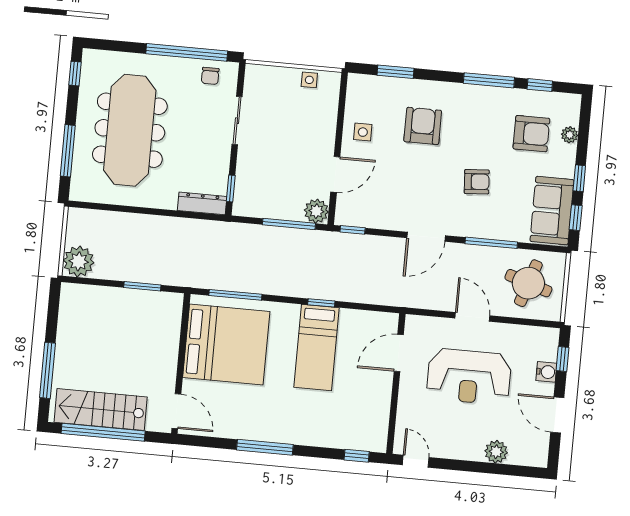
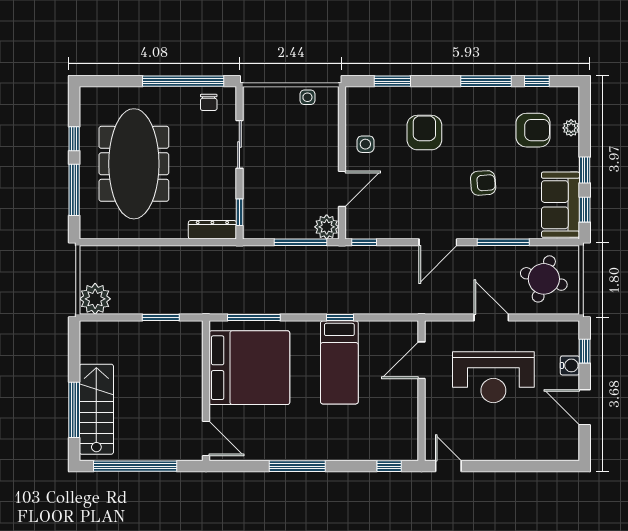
window: (75, 74) -> (74, 139), moved
stairs: (101, 410) -> (96, 409), moved, turned 90
plant: (496, 452) -> (527, 449), removed

